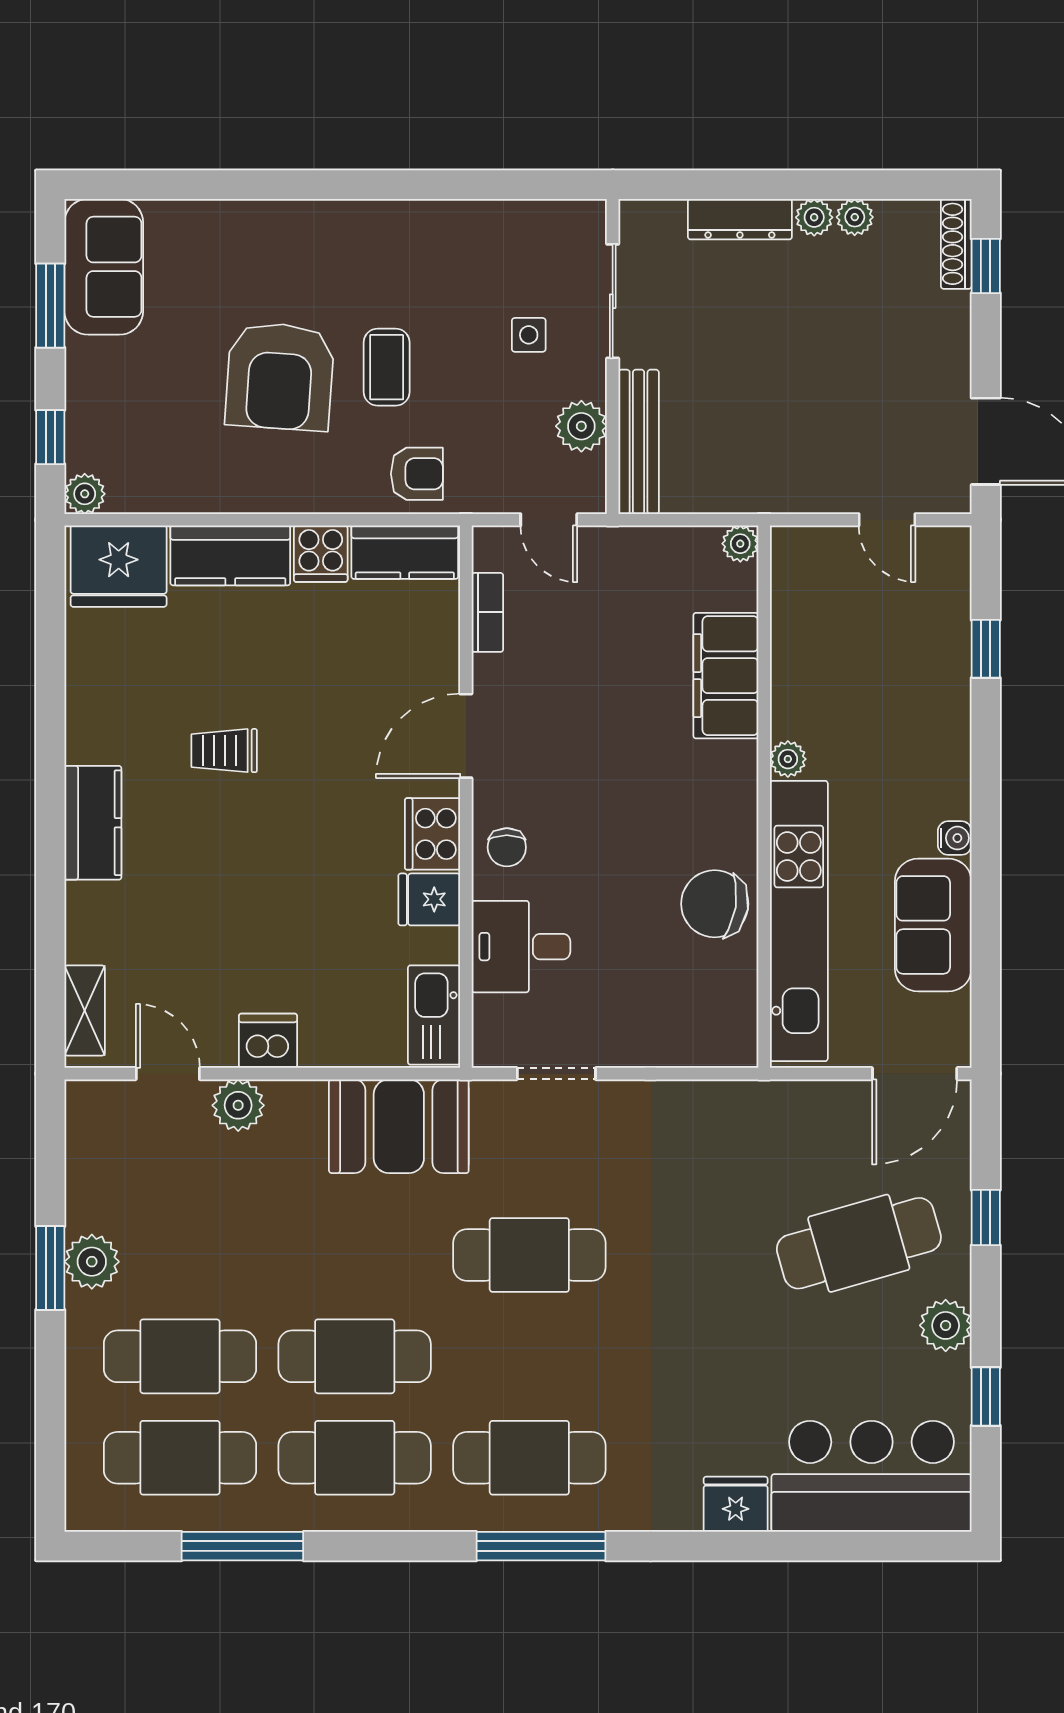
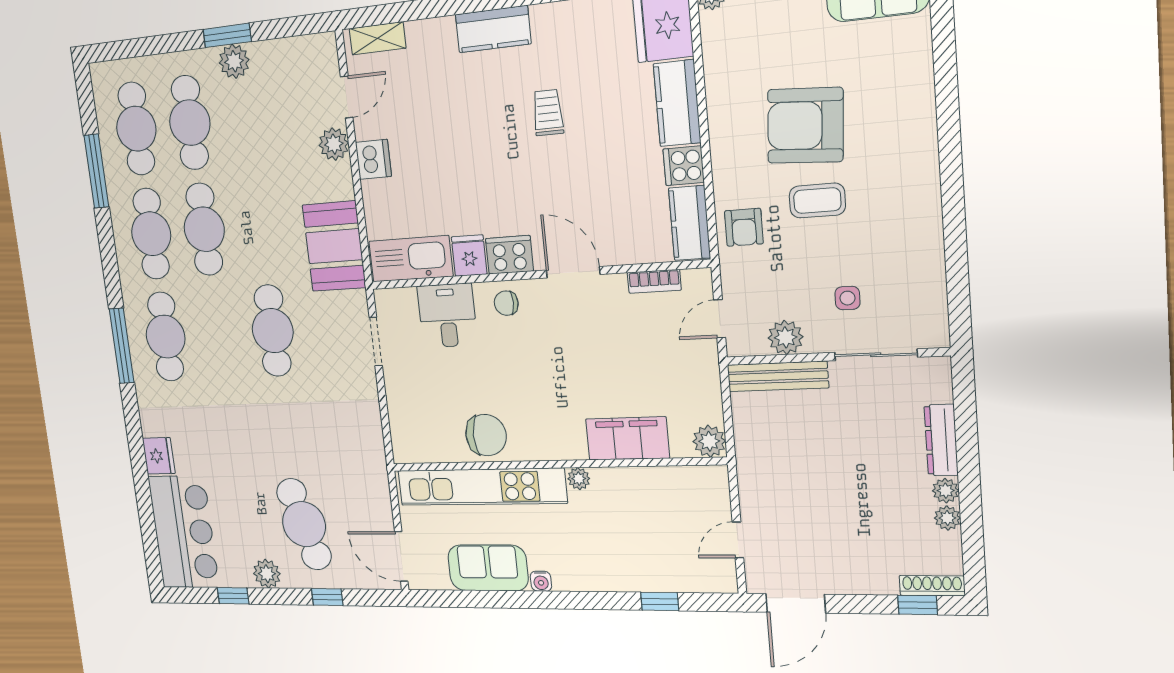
plant: (740, 544) -> (709, 441), width x1.38, depth x1.38
chair: (715, 904) -> (486, 435), turned 81
kitchen sink: (434, 1015) -> (411, 259), width x1.36, depth x1.24

